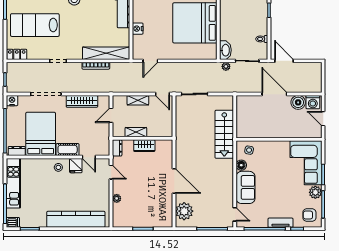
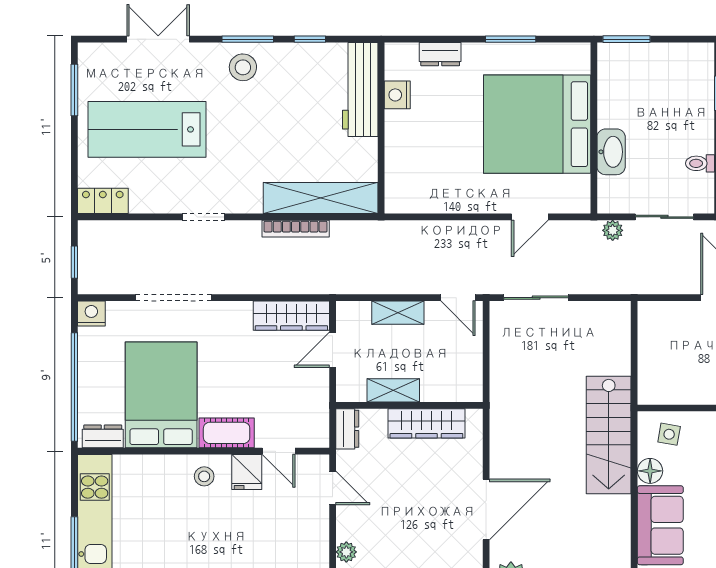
nightstand: (138, 29) -> (397, 95), moved
washbasin: (225, 50) -> (611, 152), moved
door: (150, 61) -> (530, 217), moved
wardrobe: (82, 101) -> (291, 316), moved
stairs: (224, 134) -> (609, 435), moved
wardrobe: (144, 146) -> (426, 423), width x1.50
door: (174, 181) -> (486, 509), hinge flipped

